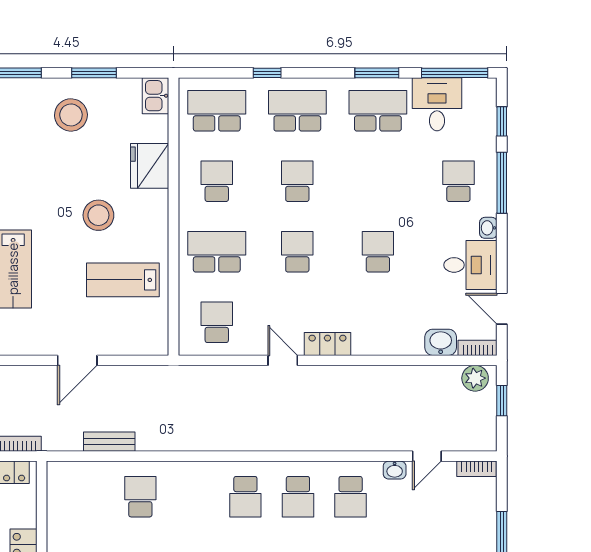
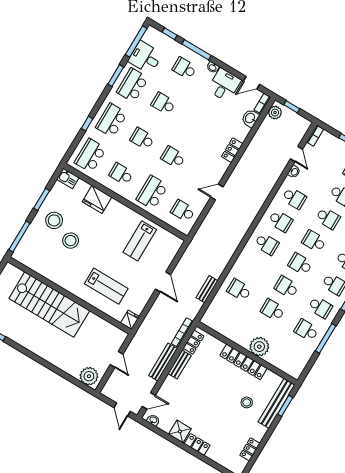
stool: (98, 215) -> (71, 241), moved
school desk: (378, 252) -> (163, 104), moved
locker: (327, 344) -> (232, 150), moved

